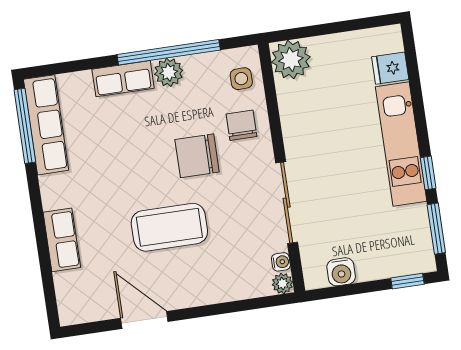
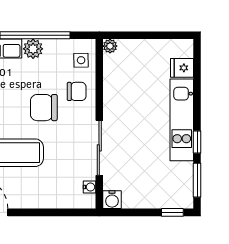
plant: (291, 60) -> (110, 46), width x0.53, depth x0.53
chair: (242, 125) -> (77, 91), turned 90
water cooler: (341, 272) -> (112, 200), moved
plant: (282, 283) -> (88, 202), removed

